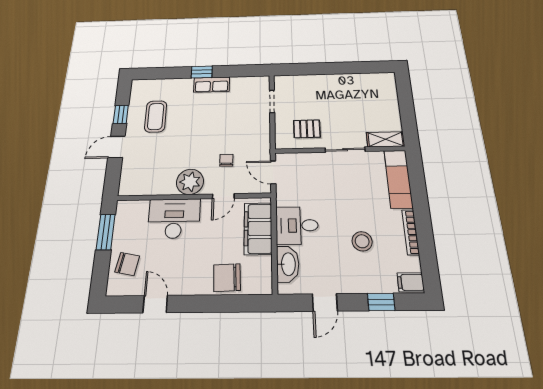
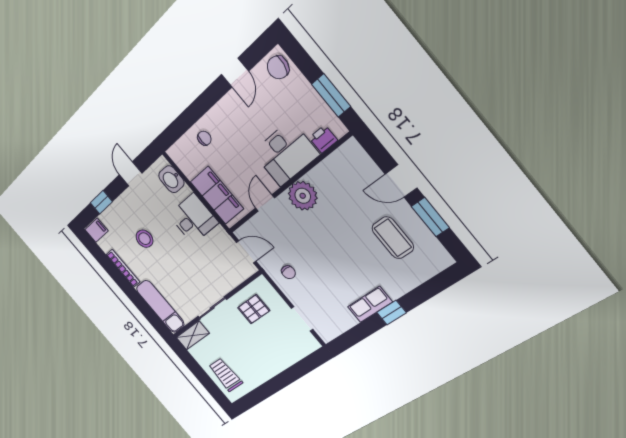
trolley: (381, 95) -> (226, 375), added
window: (121, 114) -> (430, 217), width x1.50
door: (117, 147) -> (401, 181), swing flipped
chair: (226, 160) -> (288, 272), moved
printer: (139, 208) -> (323, 139), added
chair: (127, 264) -> (278, 67), moved
washbasin: (288, 264) -> (171, 179), width x0.72
chair: (227, 278) -> (204, 138), width x0.54, depth x0.54
door: (155, 304) -> (235, 73), hinge flipped

